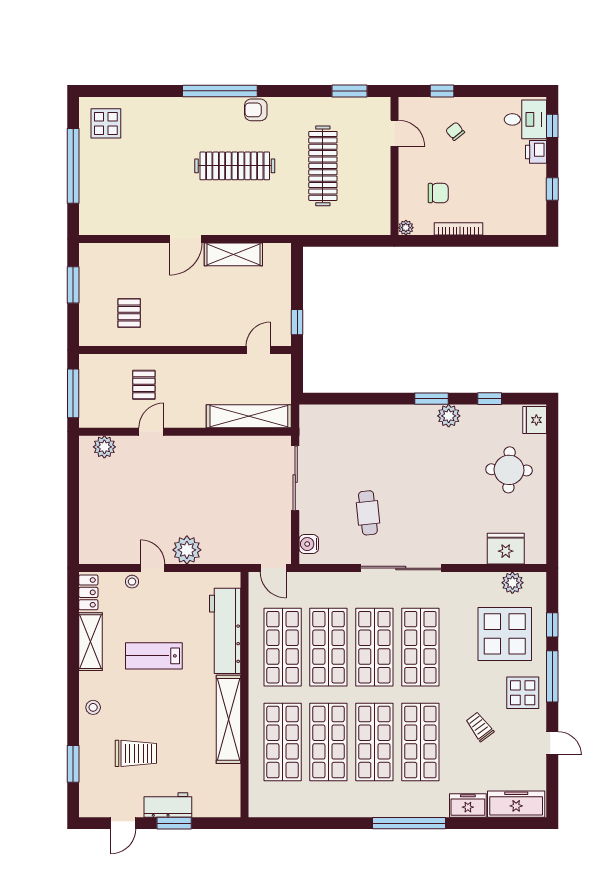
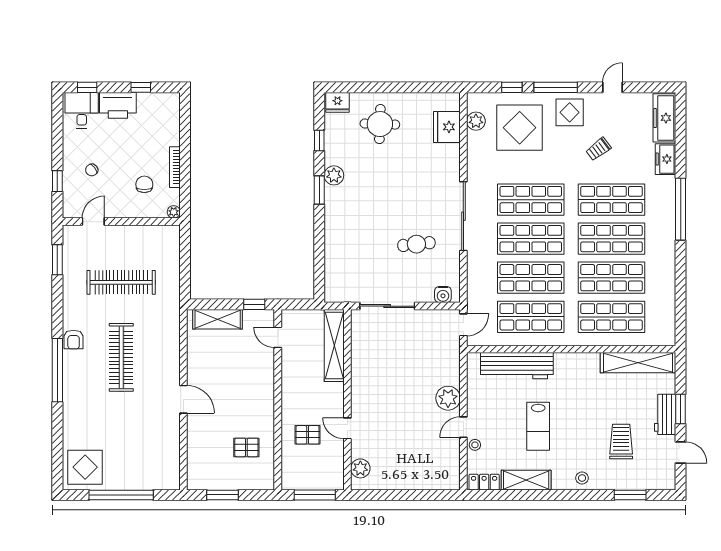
display table: (106, 123) -> (85, 467), width x1.36, depth x1.36
printer: (536, 152) -> (118, 105), width x1.87, depth x1.48
shelving: (233, 254) -> (218, 319), moved, turned 90
shelving: (229, 719) -> (638, 363), moved

